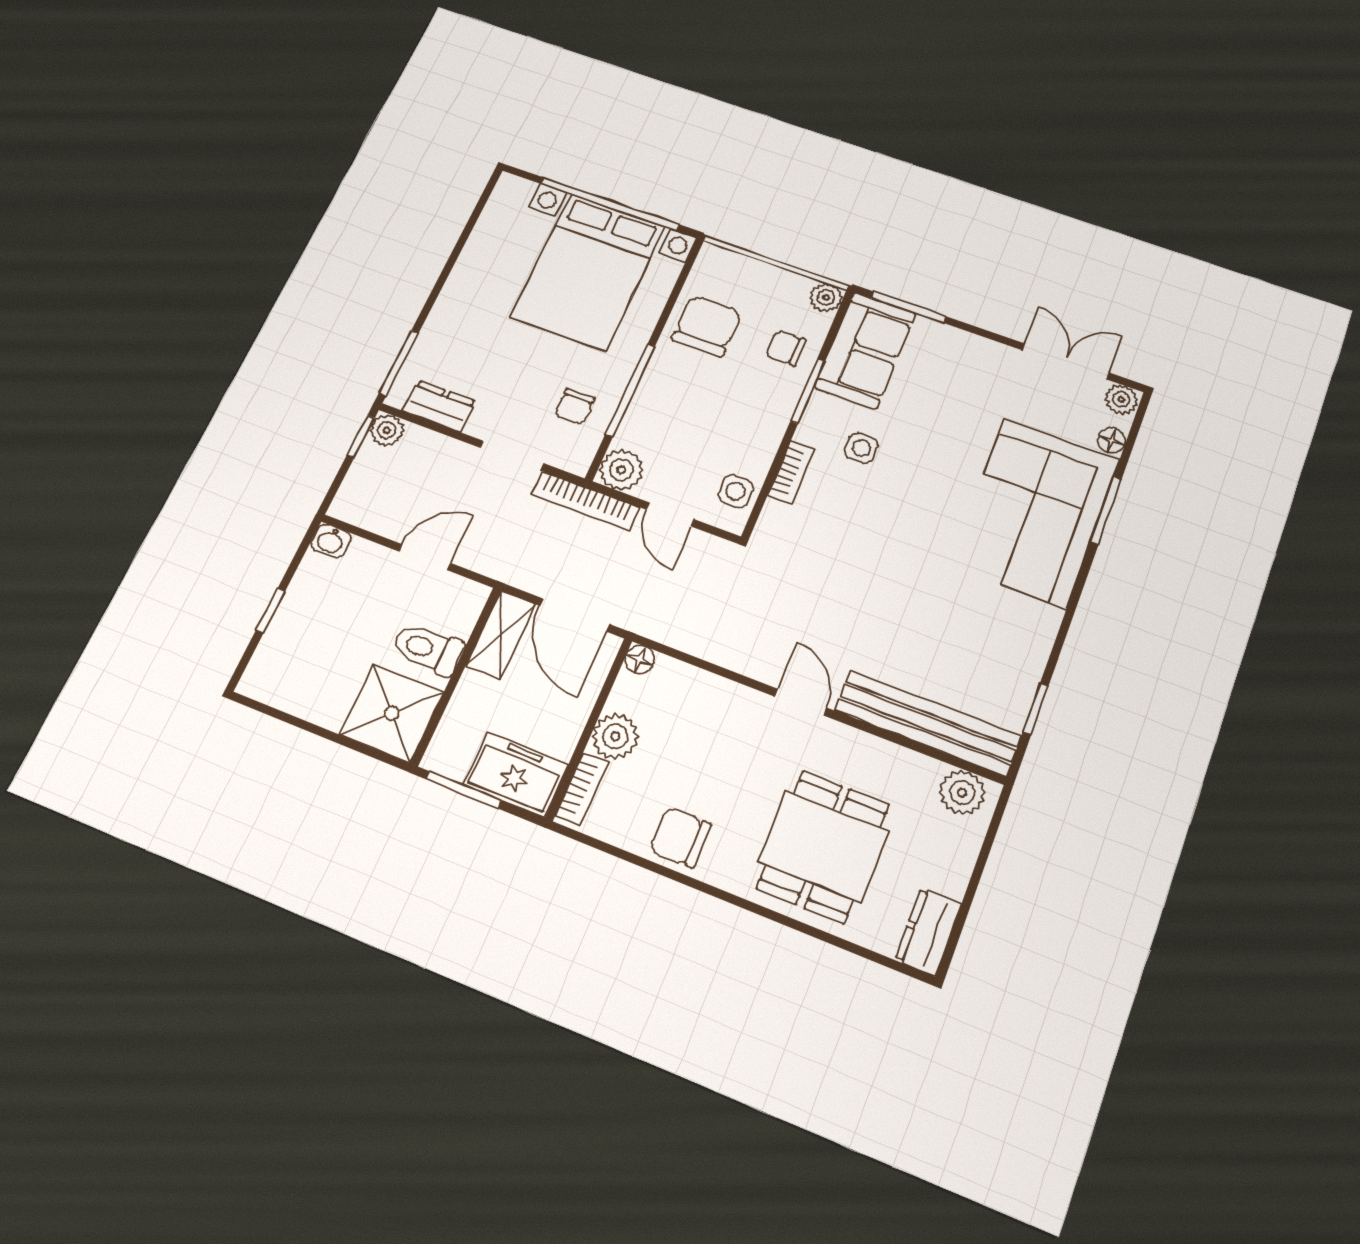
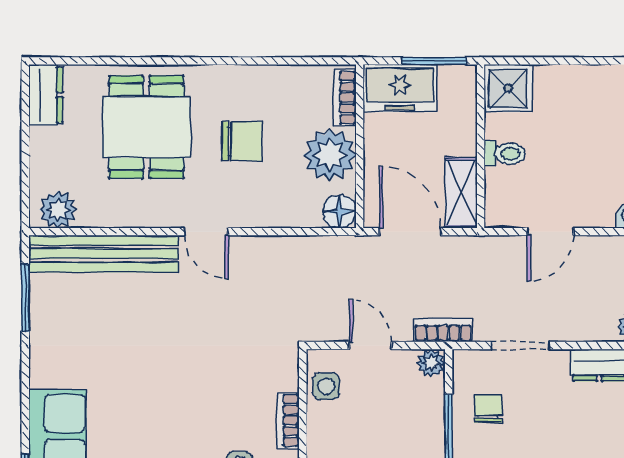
plant: (621, 470) -> (431, 363), width x0.73, depth x0.73
bookcase: (586, 501) -> (443, 330), width x0.64
toilet: (428, 649) -> (505, 154), width x0.73, depth x0.72
floor lamp: (640, 660) -> (339, 211), width x1.37, depth x1.37
window: (1036, 709) -> (25, 298), width x1.50
shower: (392, 713) -> (508, 88), width x0.73, depth x0.73
plant: (615, 736) -> (330, 155), width x1.36, depth x1.36
chair: (680, 837) -> (242, 141), moved

